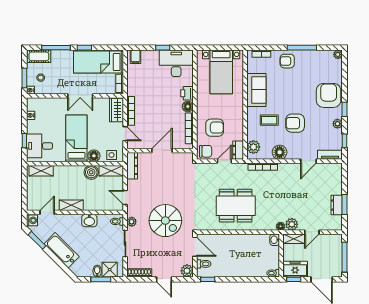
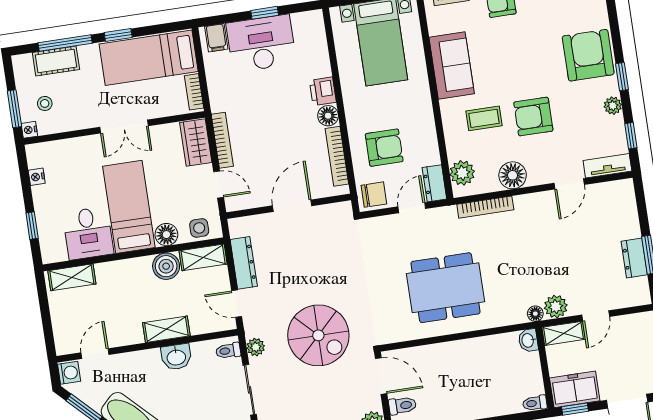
cot: (39, 56) -> (56, 61), moved
desk: (176, 63) -> (261, 43), moved
desk: (40, 146) -> (88, 233), moved, turned -90
dresser: (132, 166) -> (244, 263), moved
shelving: (71, 205) -> (166, 329), moved

